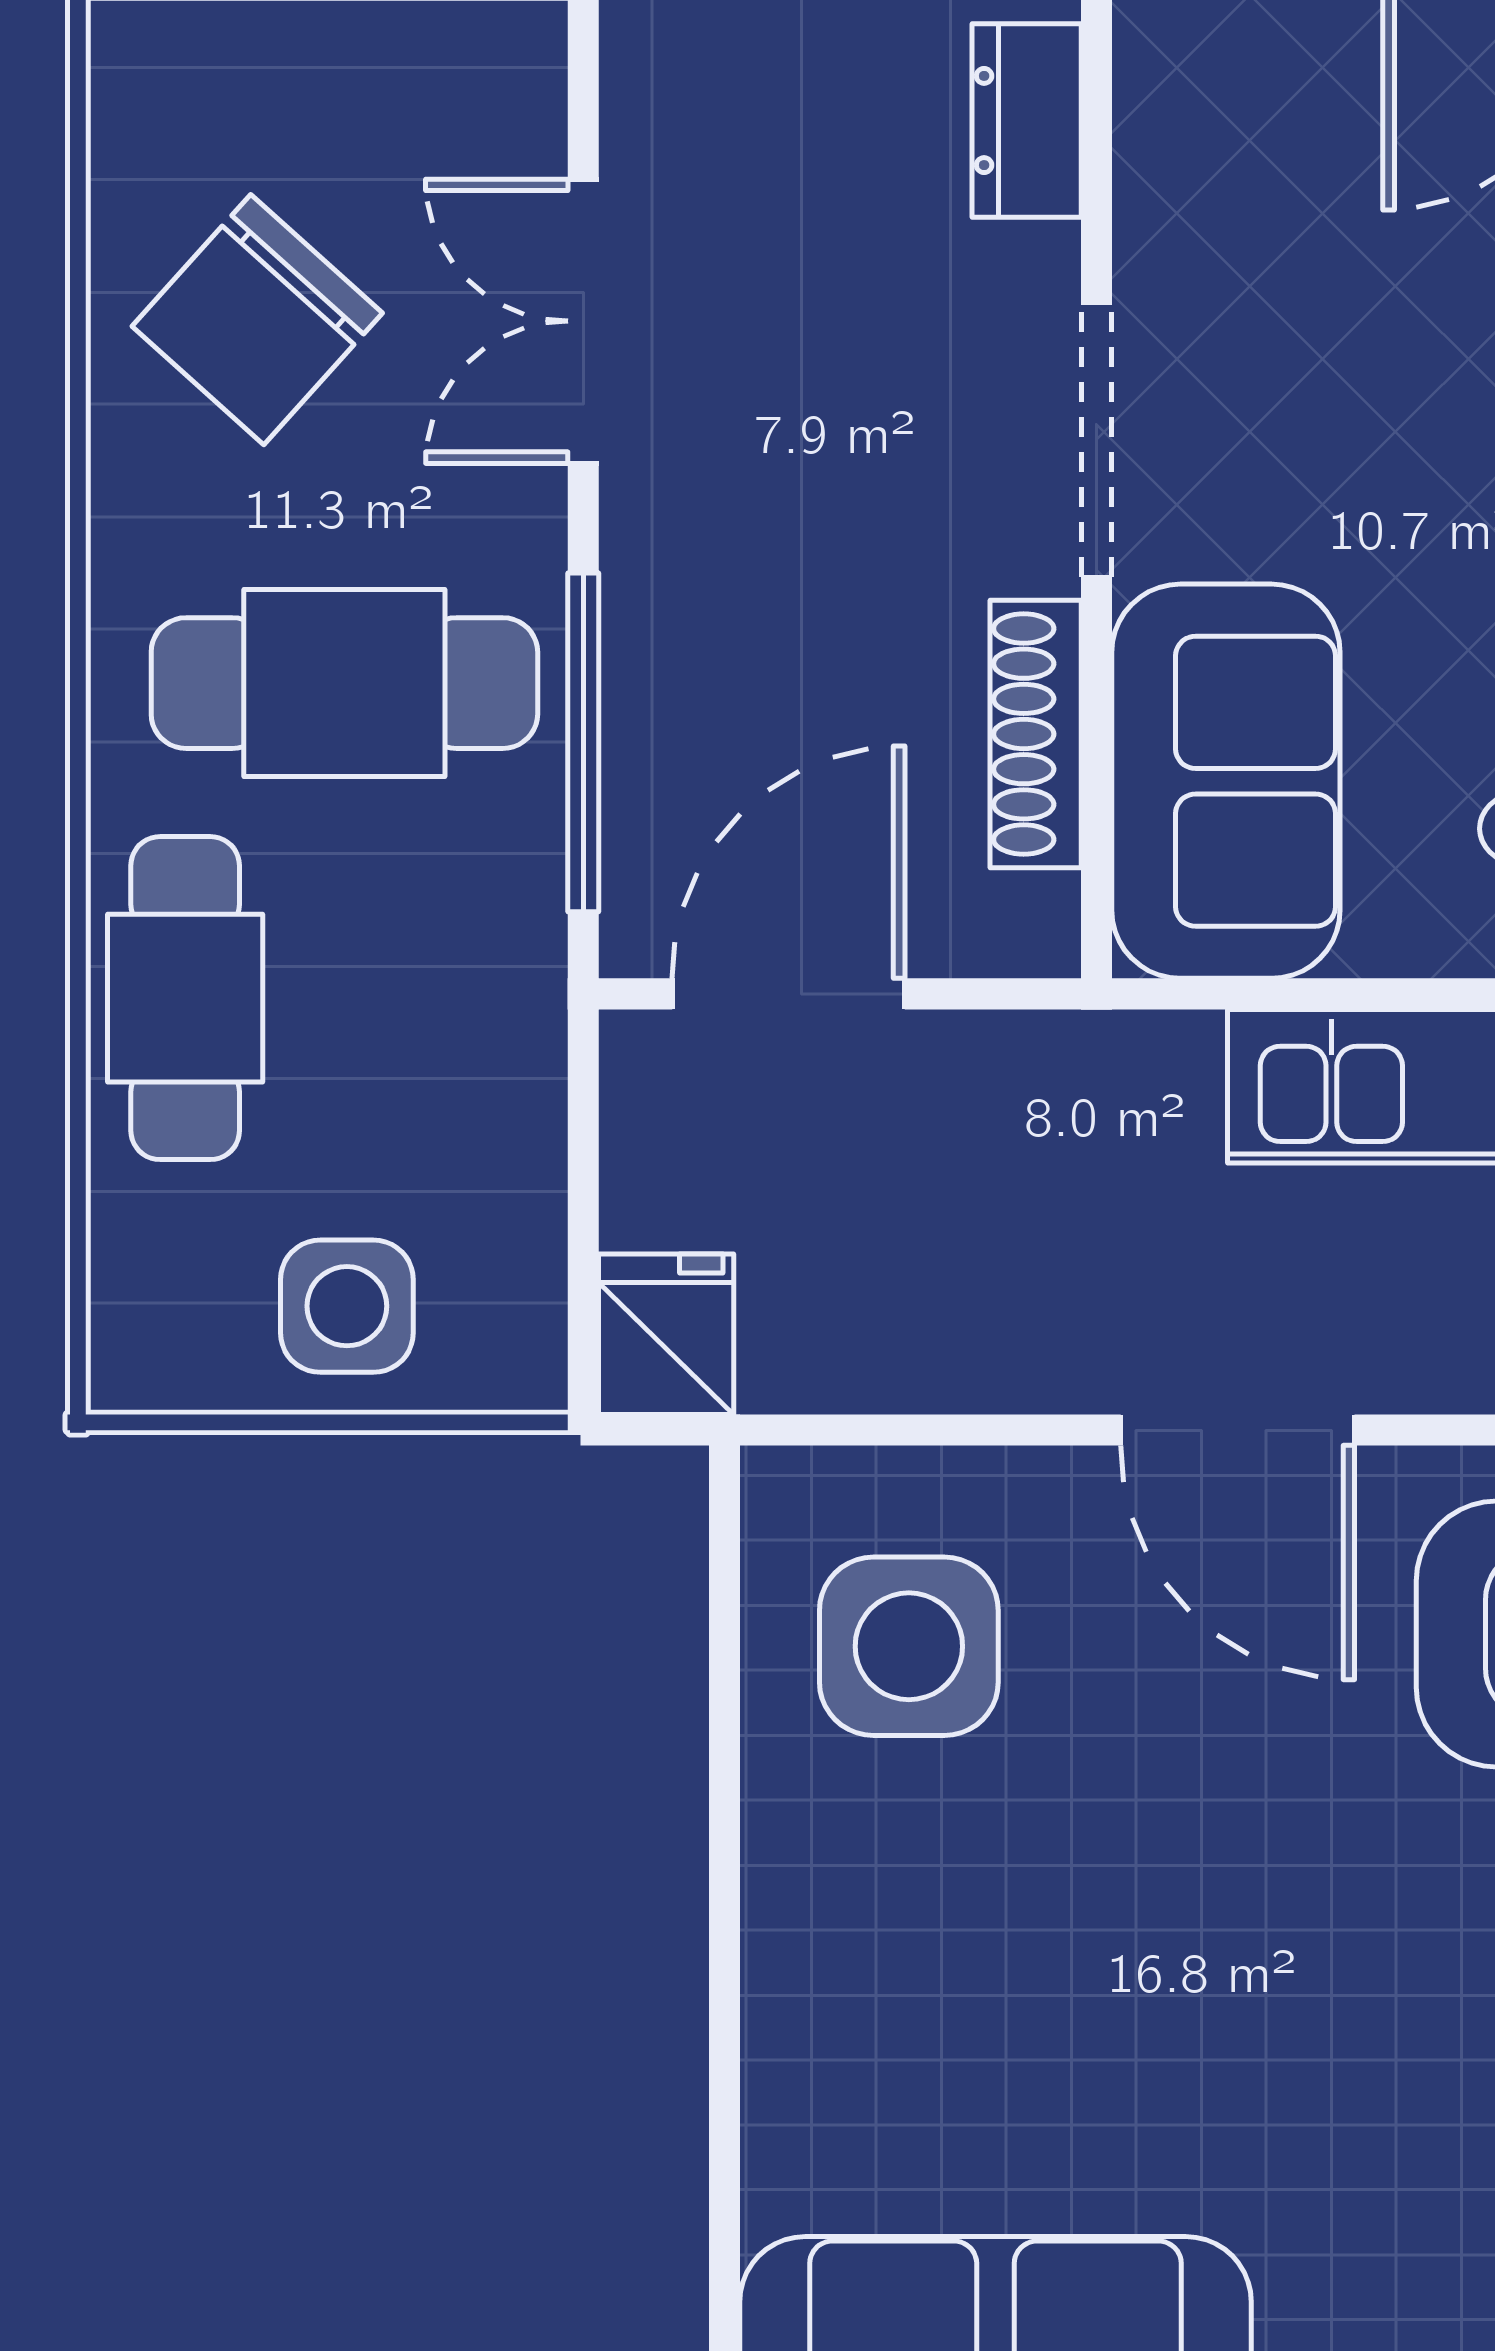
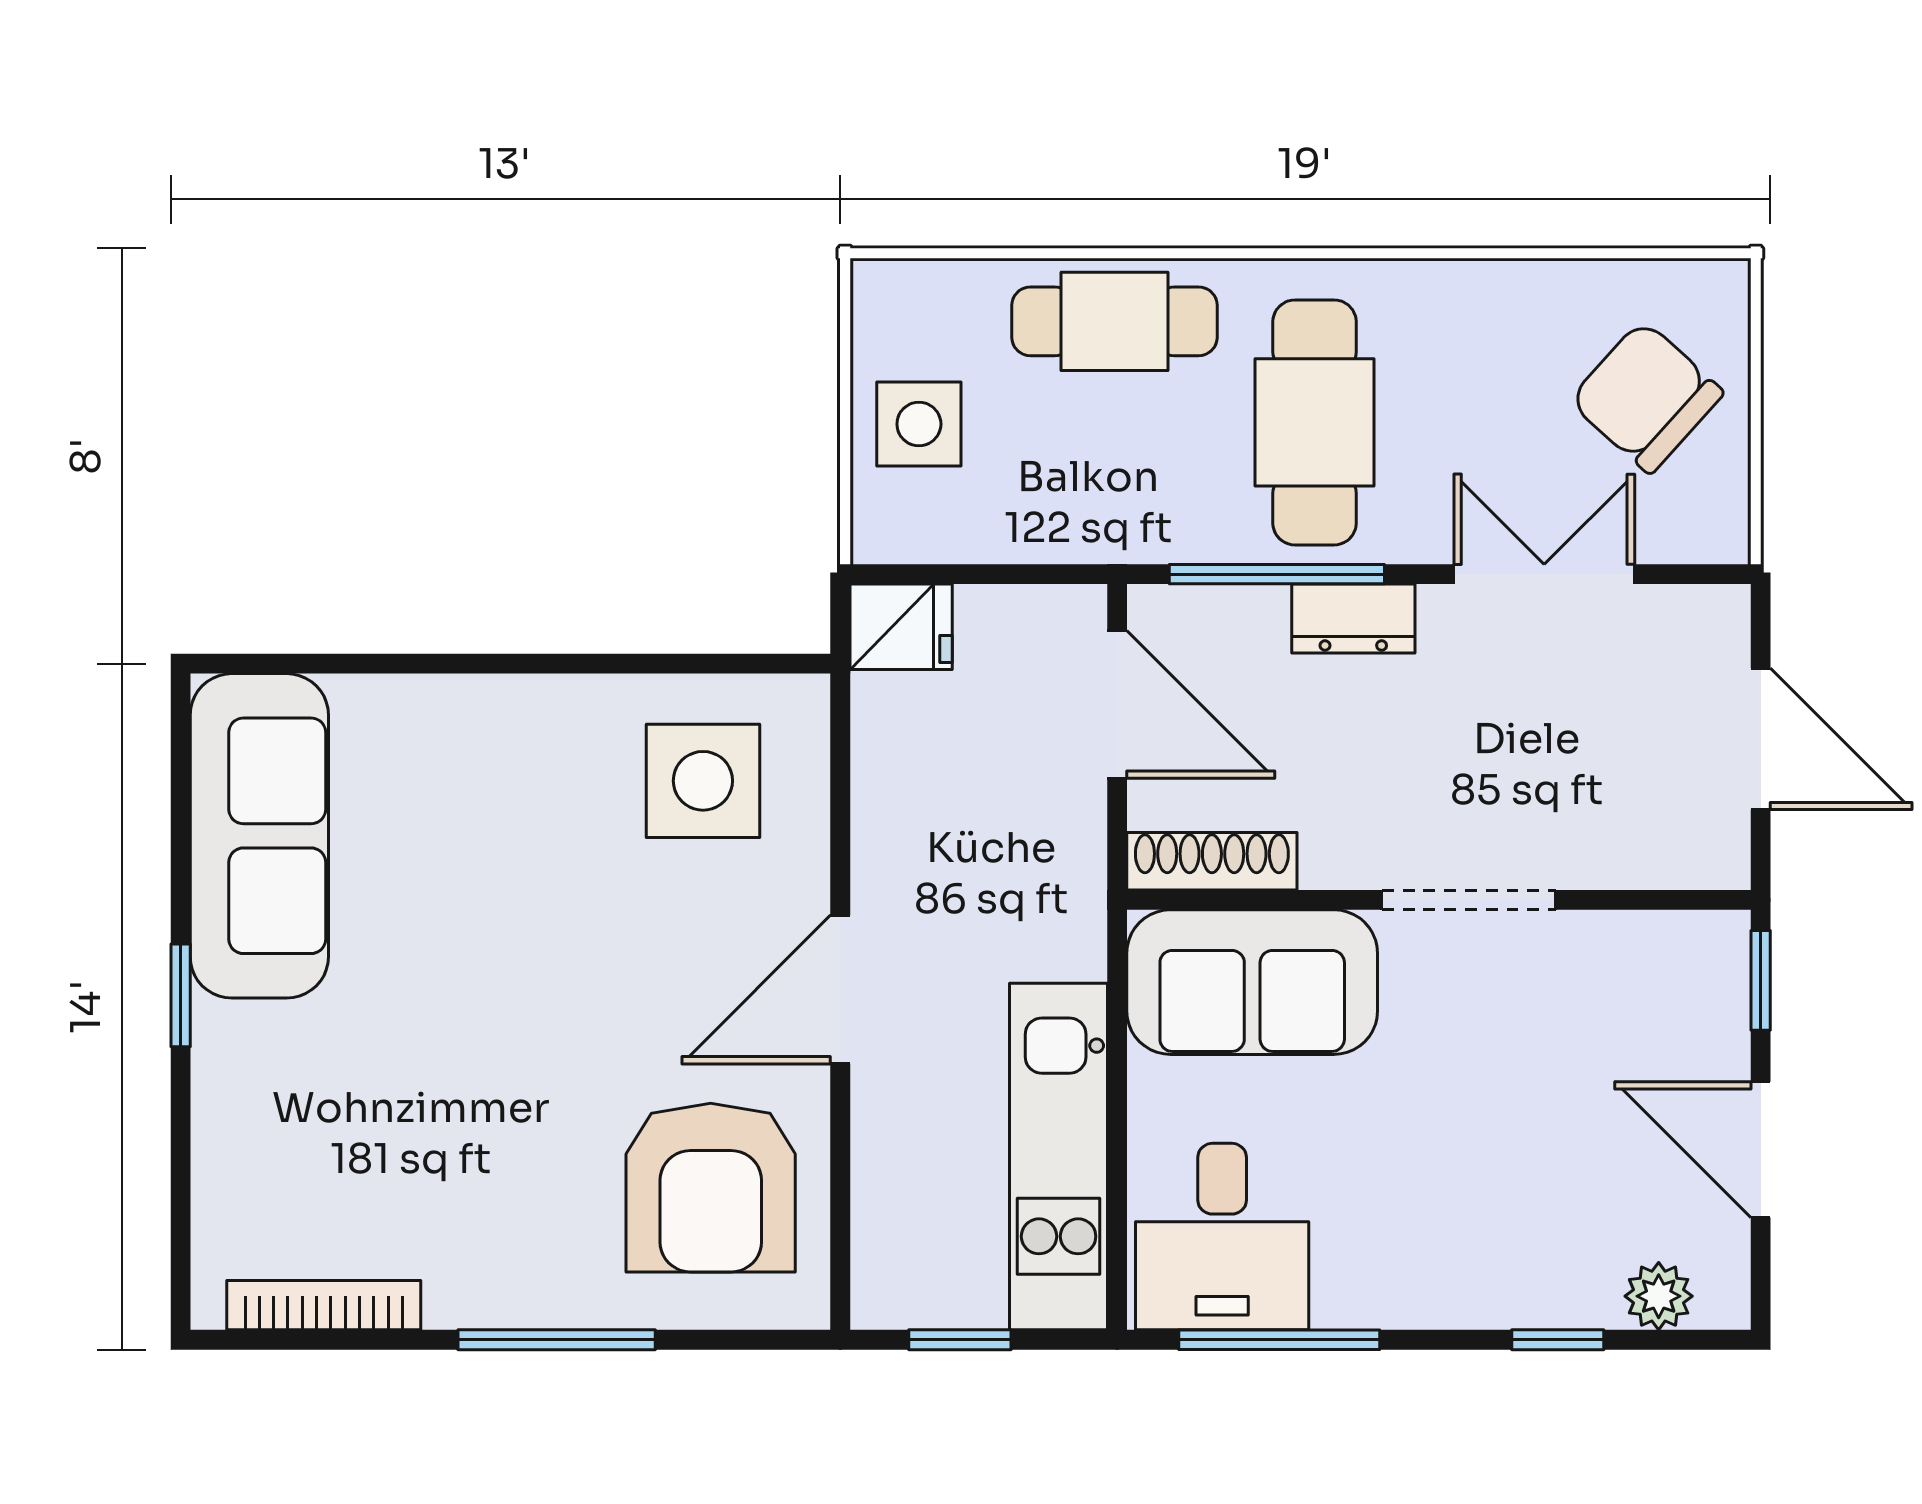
dresser: (1027, 120) -> (1353, 619), moved, turned 180
chair: (257, 320) -> (1646, 397), moved
shoe rack: (1036, 734) -> (1212, 861), moved

